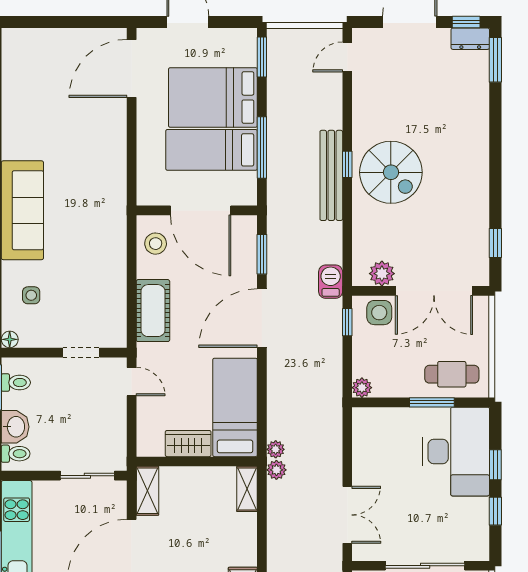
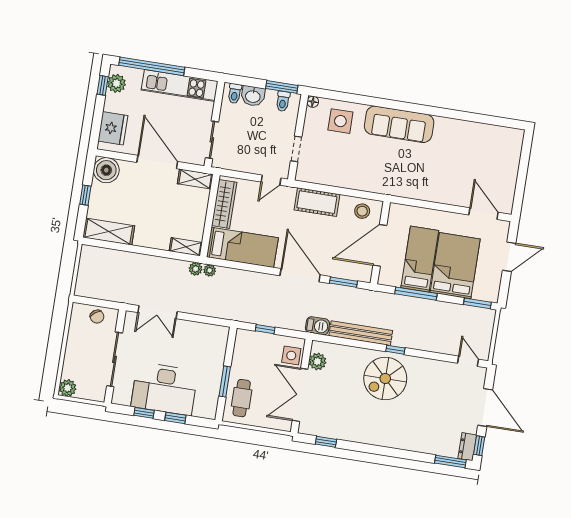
door: (132, 68) -> (484, 214), width x0.73
bench: (331, 175) -> (361, 333), moved
side table: (31, 295) -> (340, 121), width x1.87, depth x1.87
window: (347, 322) -> (265, 329), moved
plant: (362, 388) -> (242, 336), removed
wardrobe: (188, 444) -> (224, 204), width x1.50
desk: (456, 452) -> (164, 389), moved

